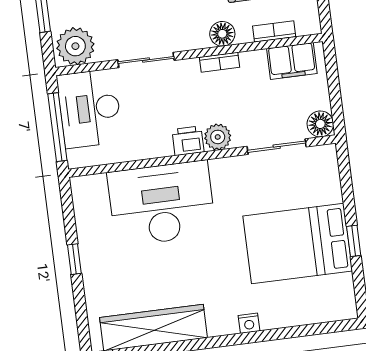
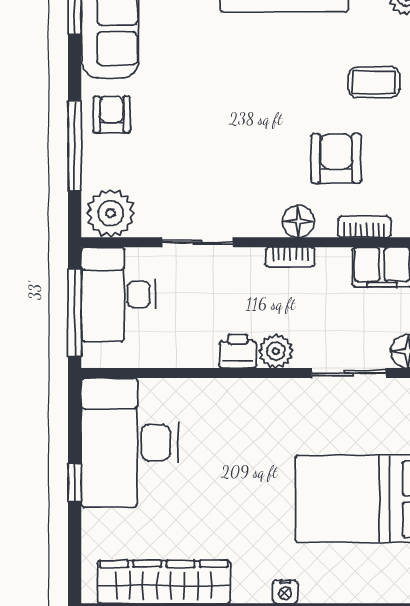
desk: (162, 204) -> (130, 443), moved, turned -90

